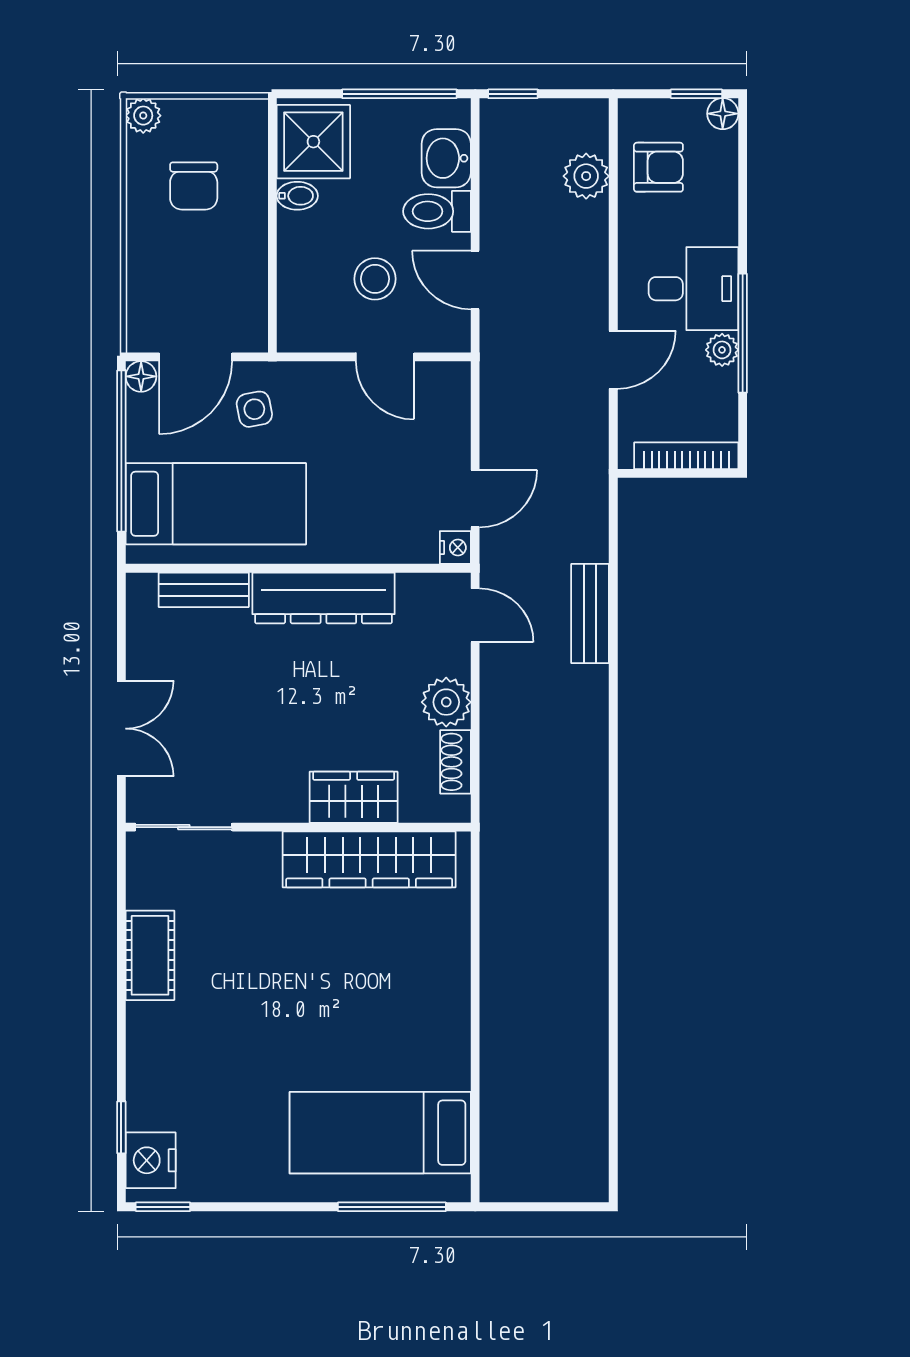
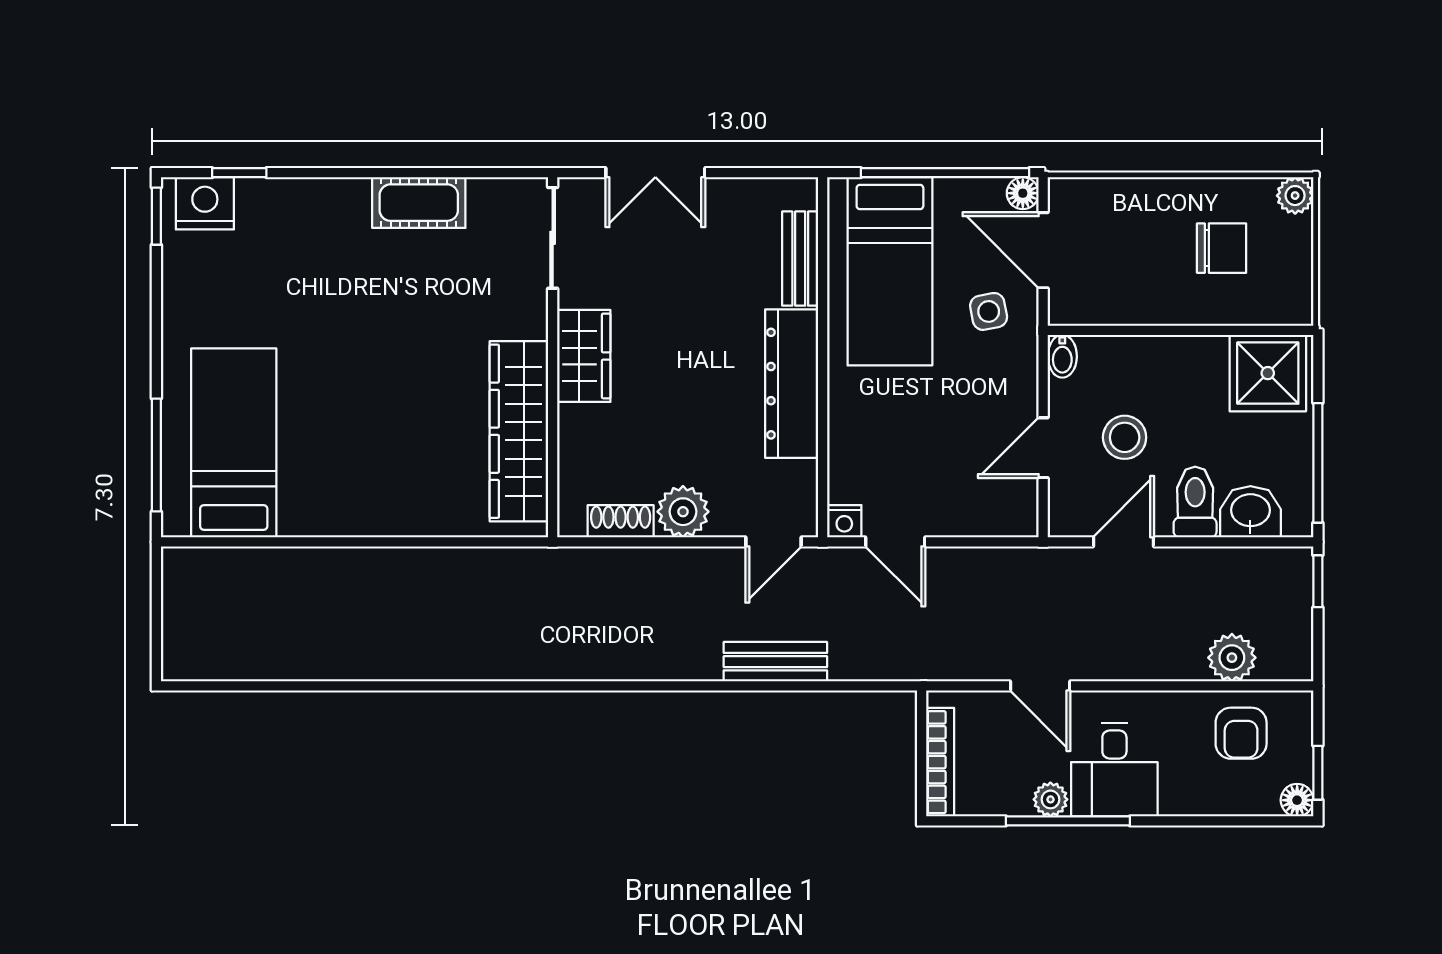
chair: (194, 186) -> (1222, 248), turned 180
bidet: (297, 196) -> (1062, 356), moved
wardrobe: (354, 797) -> (584, 356), moved

